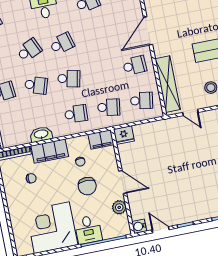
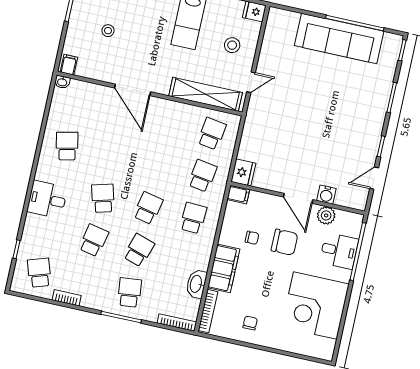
school desk: (29, 50) -> (94, 240), turned 36
school desk: (135, 66) -> (167, 124), removed
washbasin: (41, 134) -> (196, 284), moved
filing cabinet: (101, 140) -> (238, 195), width x0.50
chair: (31, 178) -> (250, 323), moved
door: (123, 182) -> (298, 198), swing flipped
water cooler: (139, 226) -> (326, 195), moved
desk: (88, 230) -> (339, 251), moved

